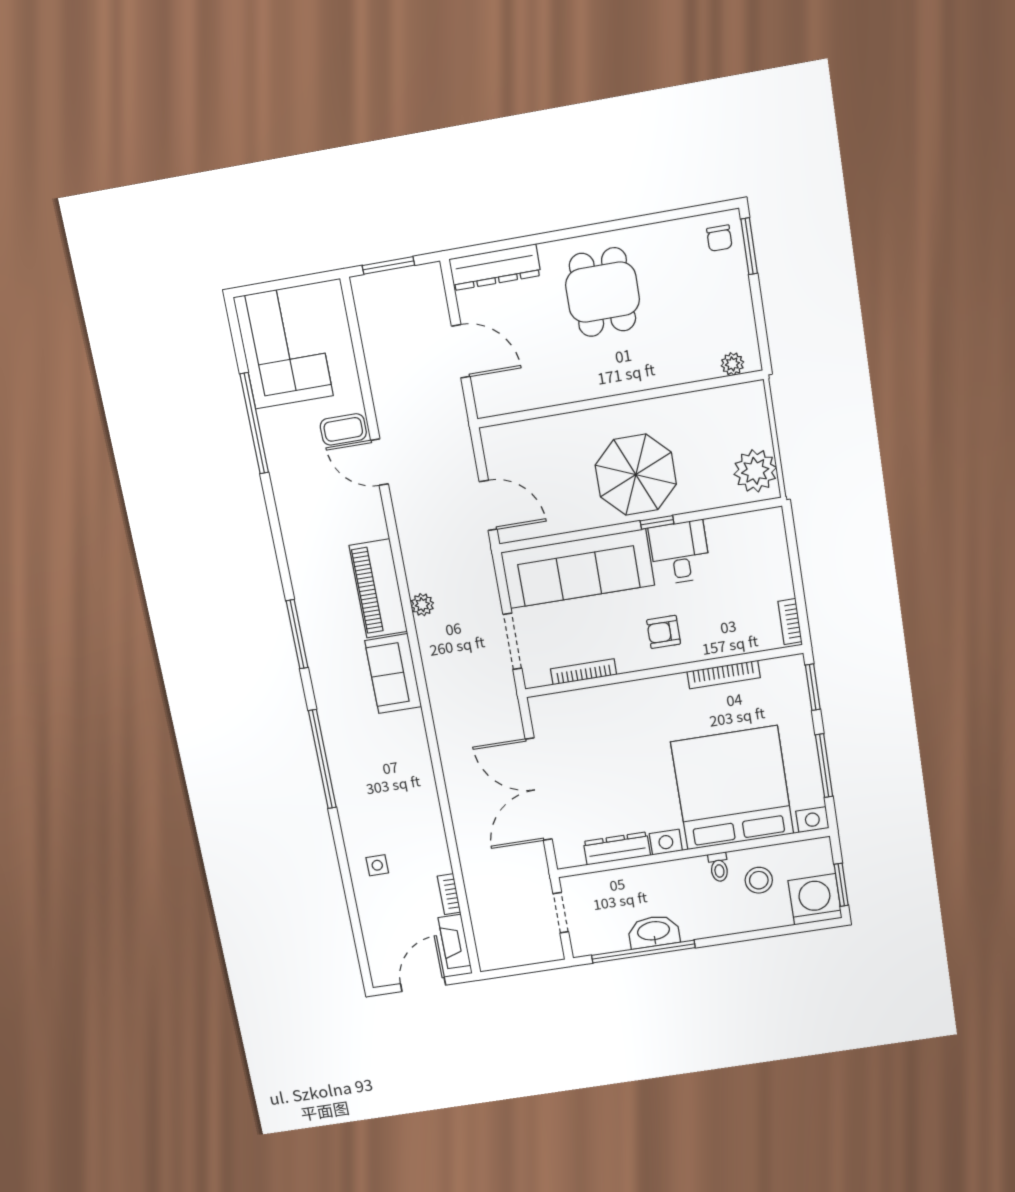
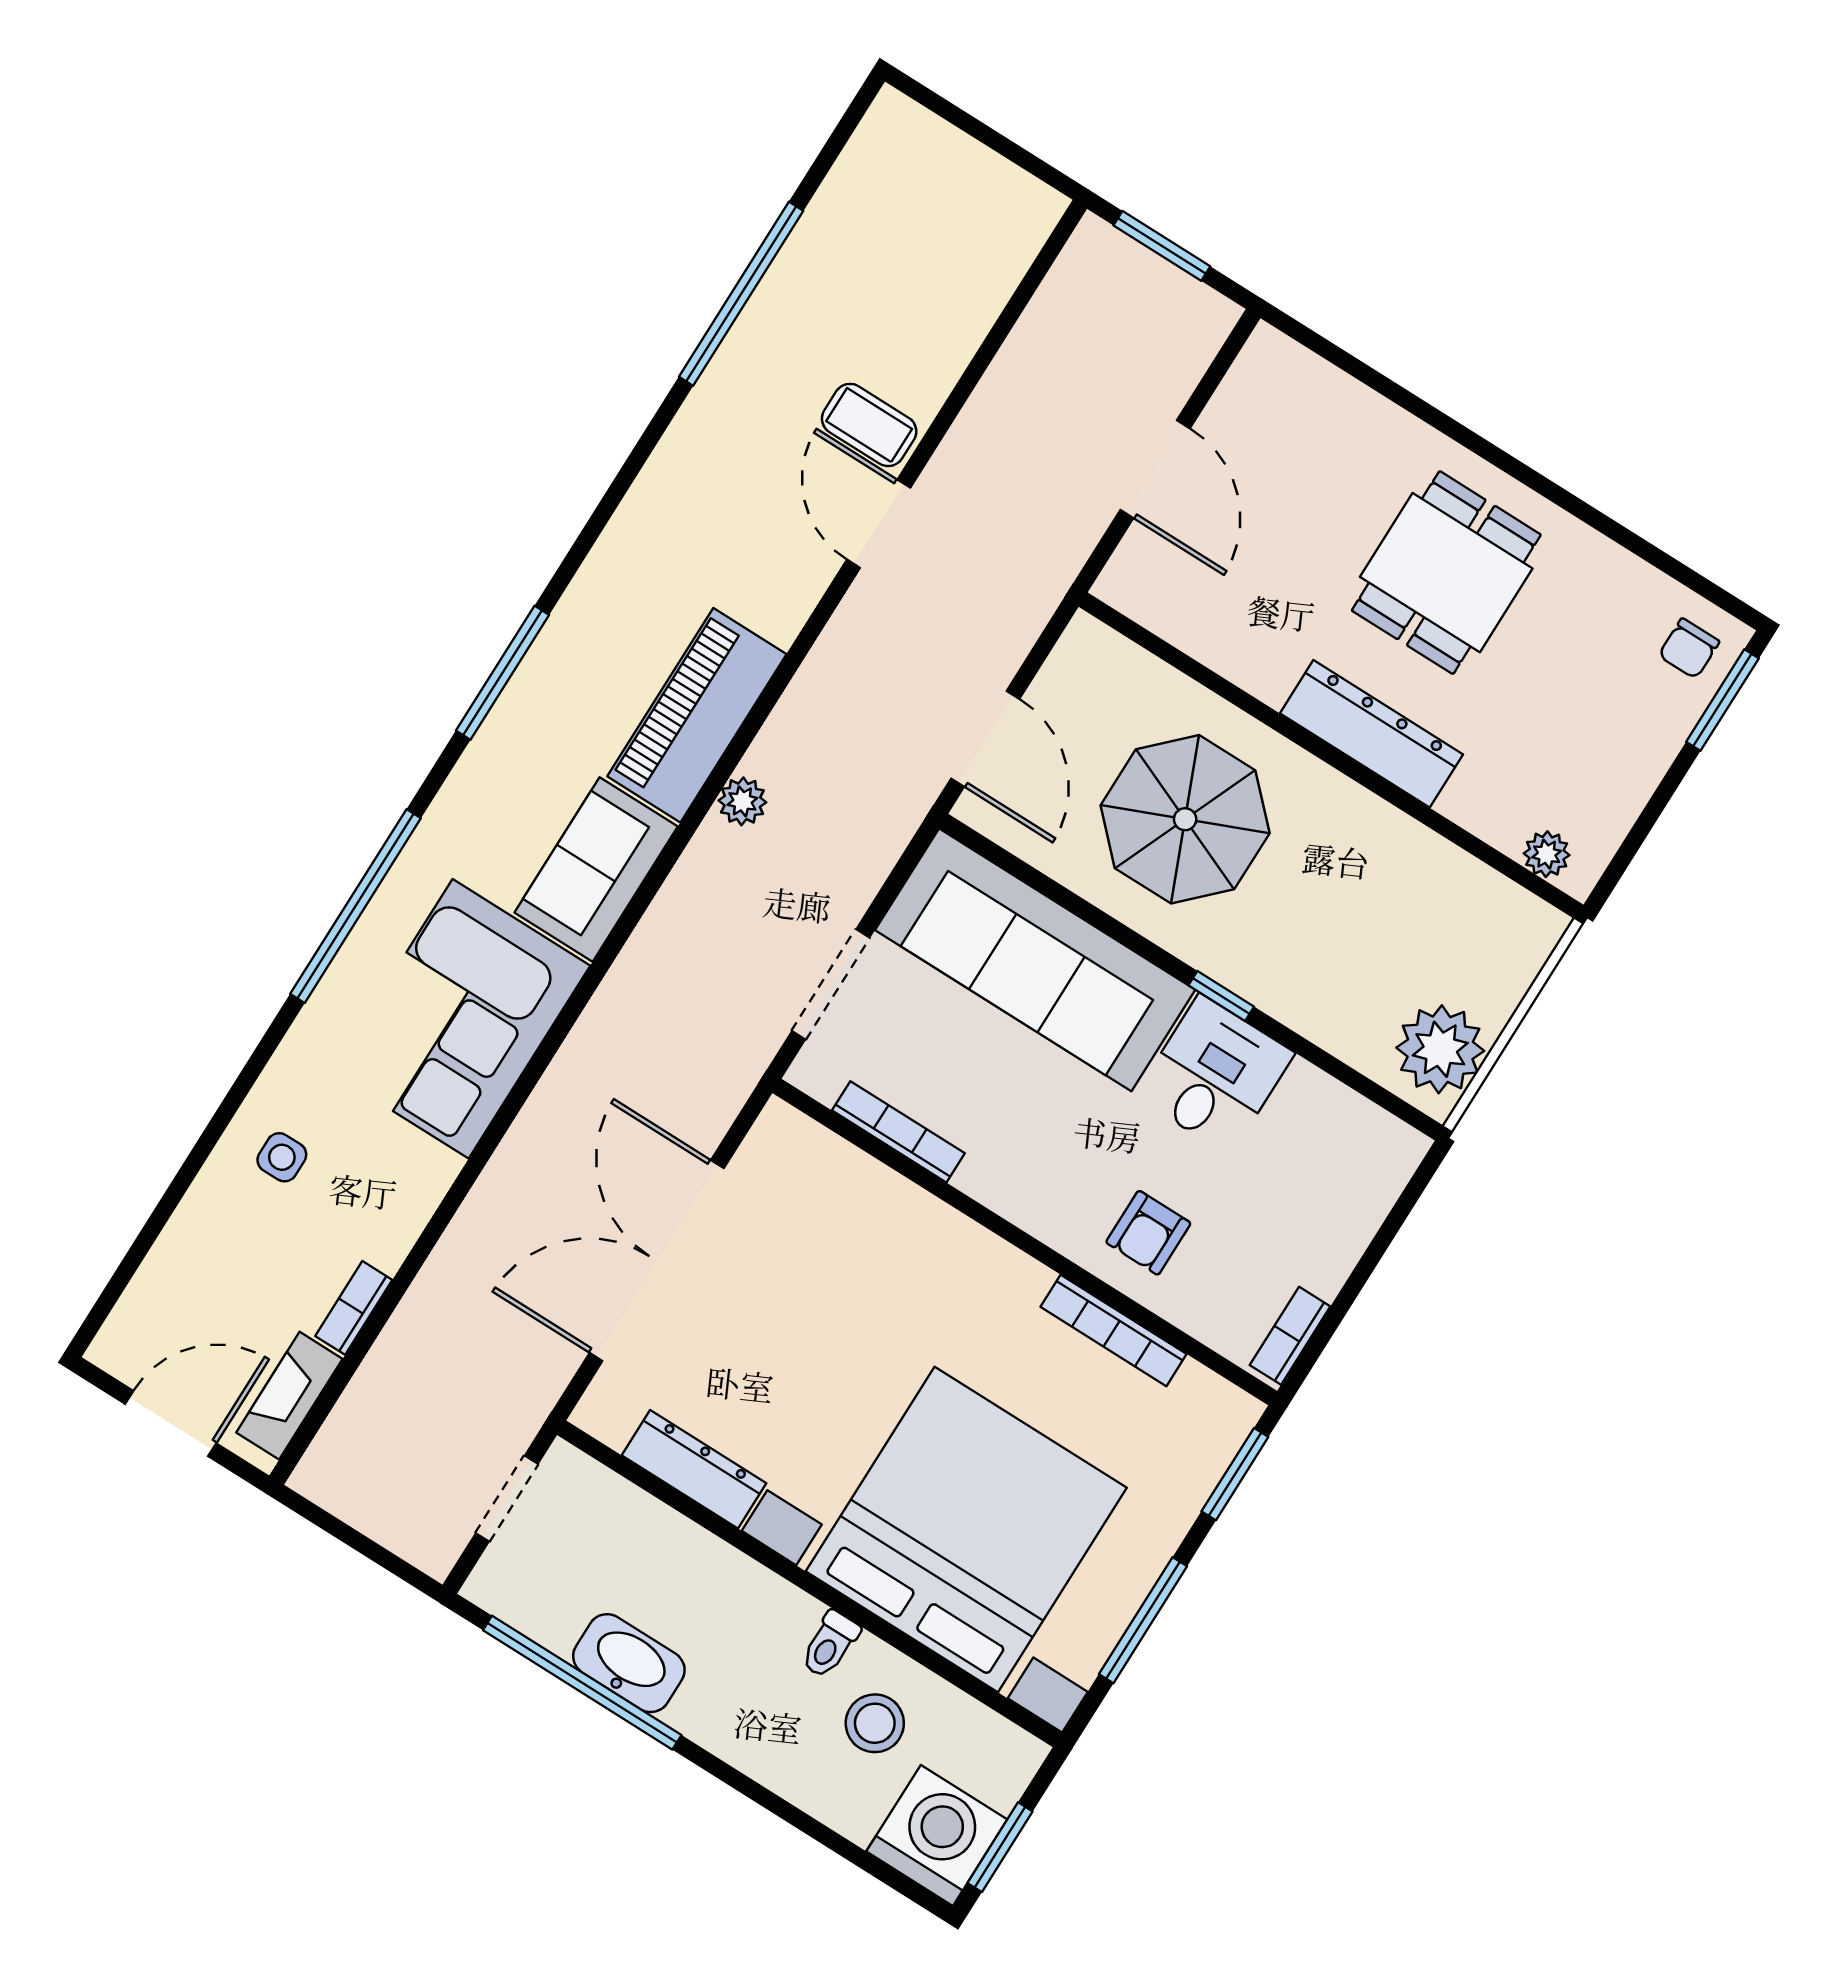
dresser: (495, 267) -> (1372, 734), moved, turned 180
corner sofa: (283, 347) -> (461, 1019), moved, turned 180
parasol: (636, 475) -> (1185, 819), moved
armchair: (664, 632) -> (1148, 1233), moved, turned -90

